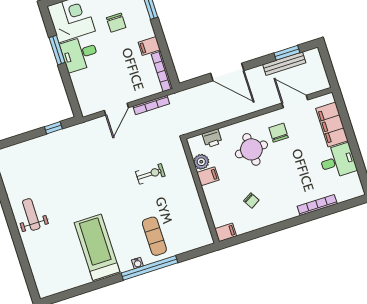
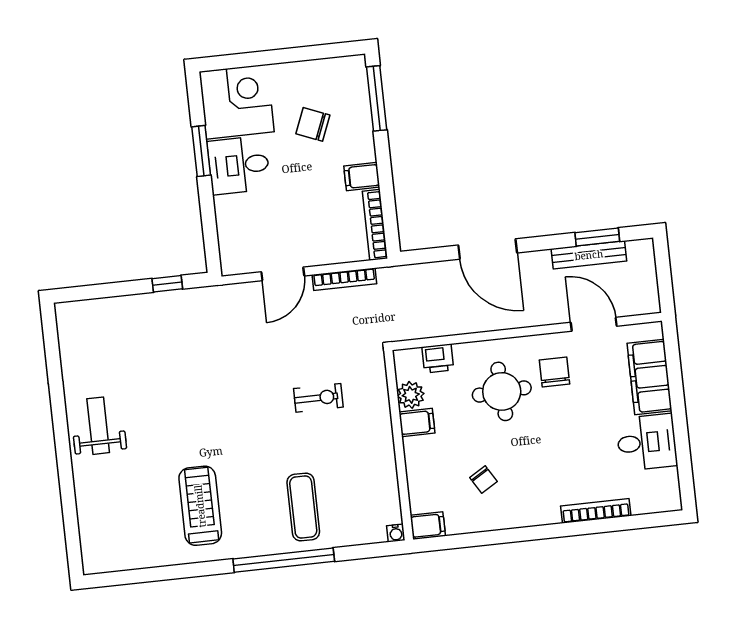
chair: (116, 23) -> (313, 124), turned 112
treadmill: (97, 247) -> (200, 506), width x0.73, depth x0.73
water cooler: (137, 263) -> (396, 533), moved

